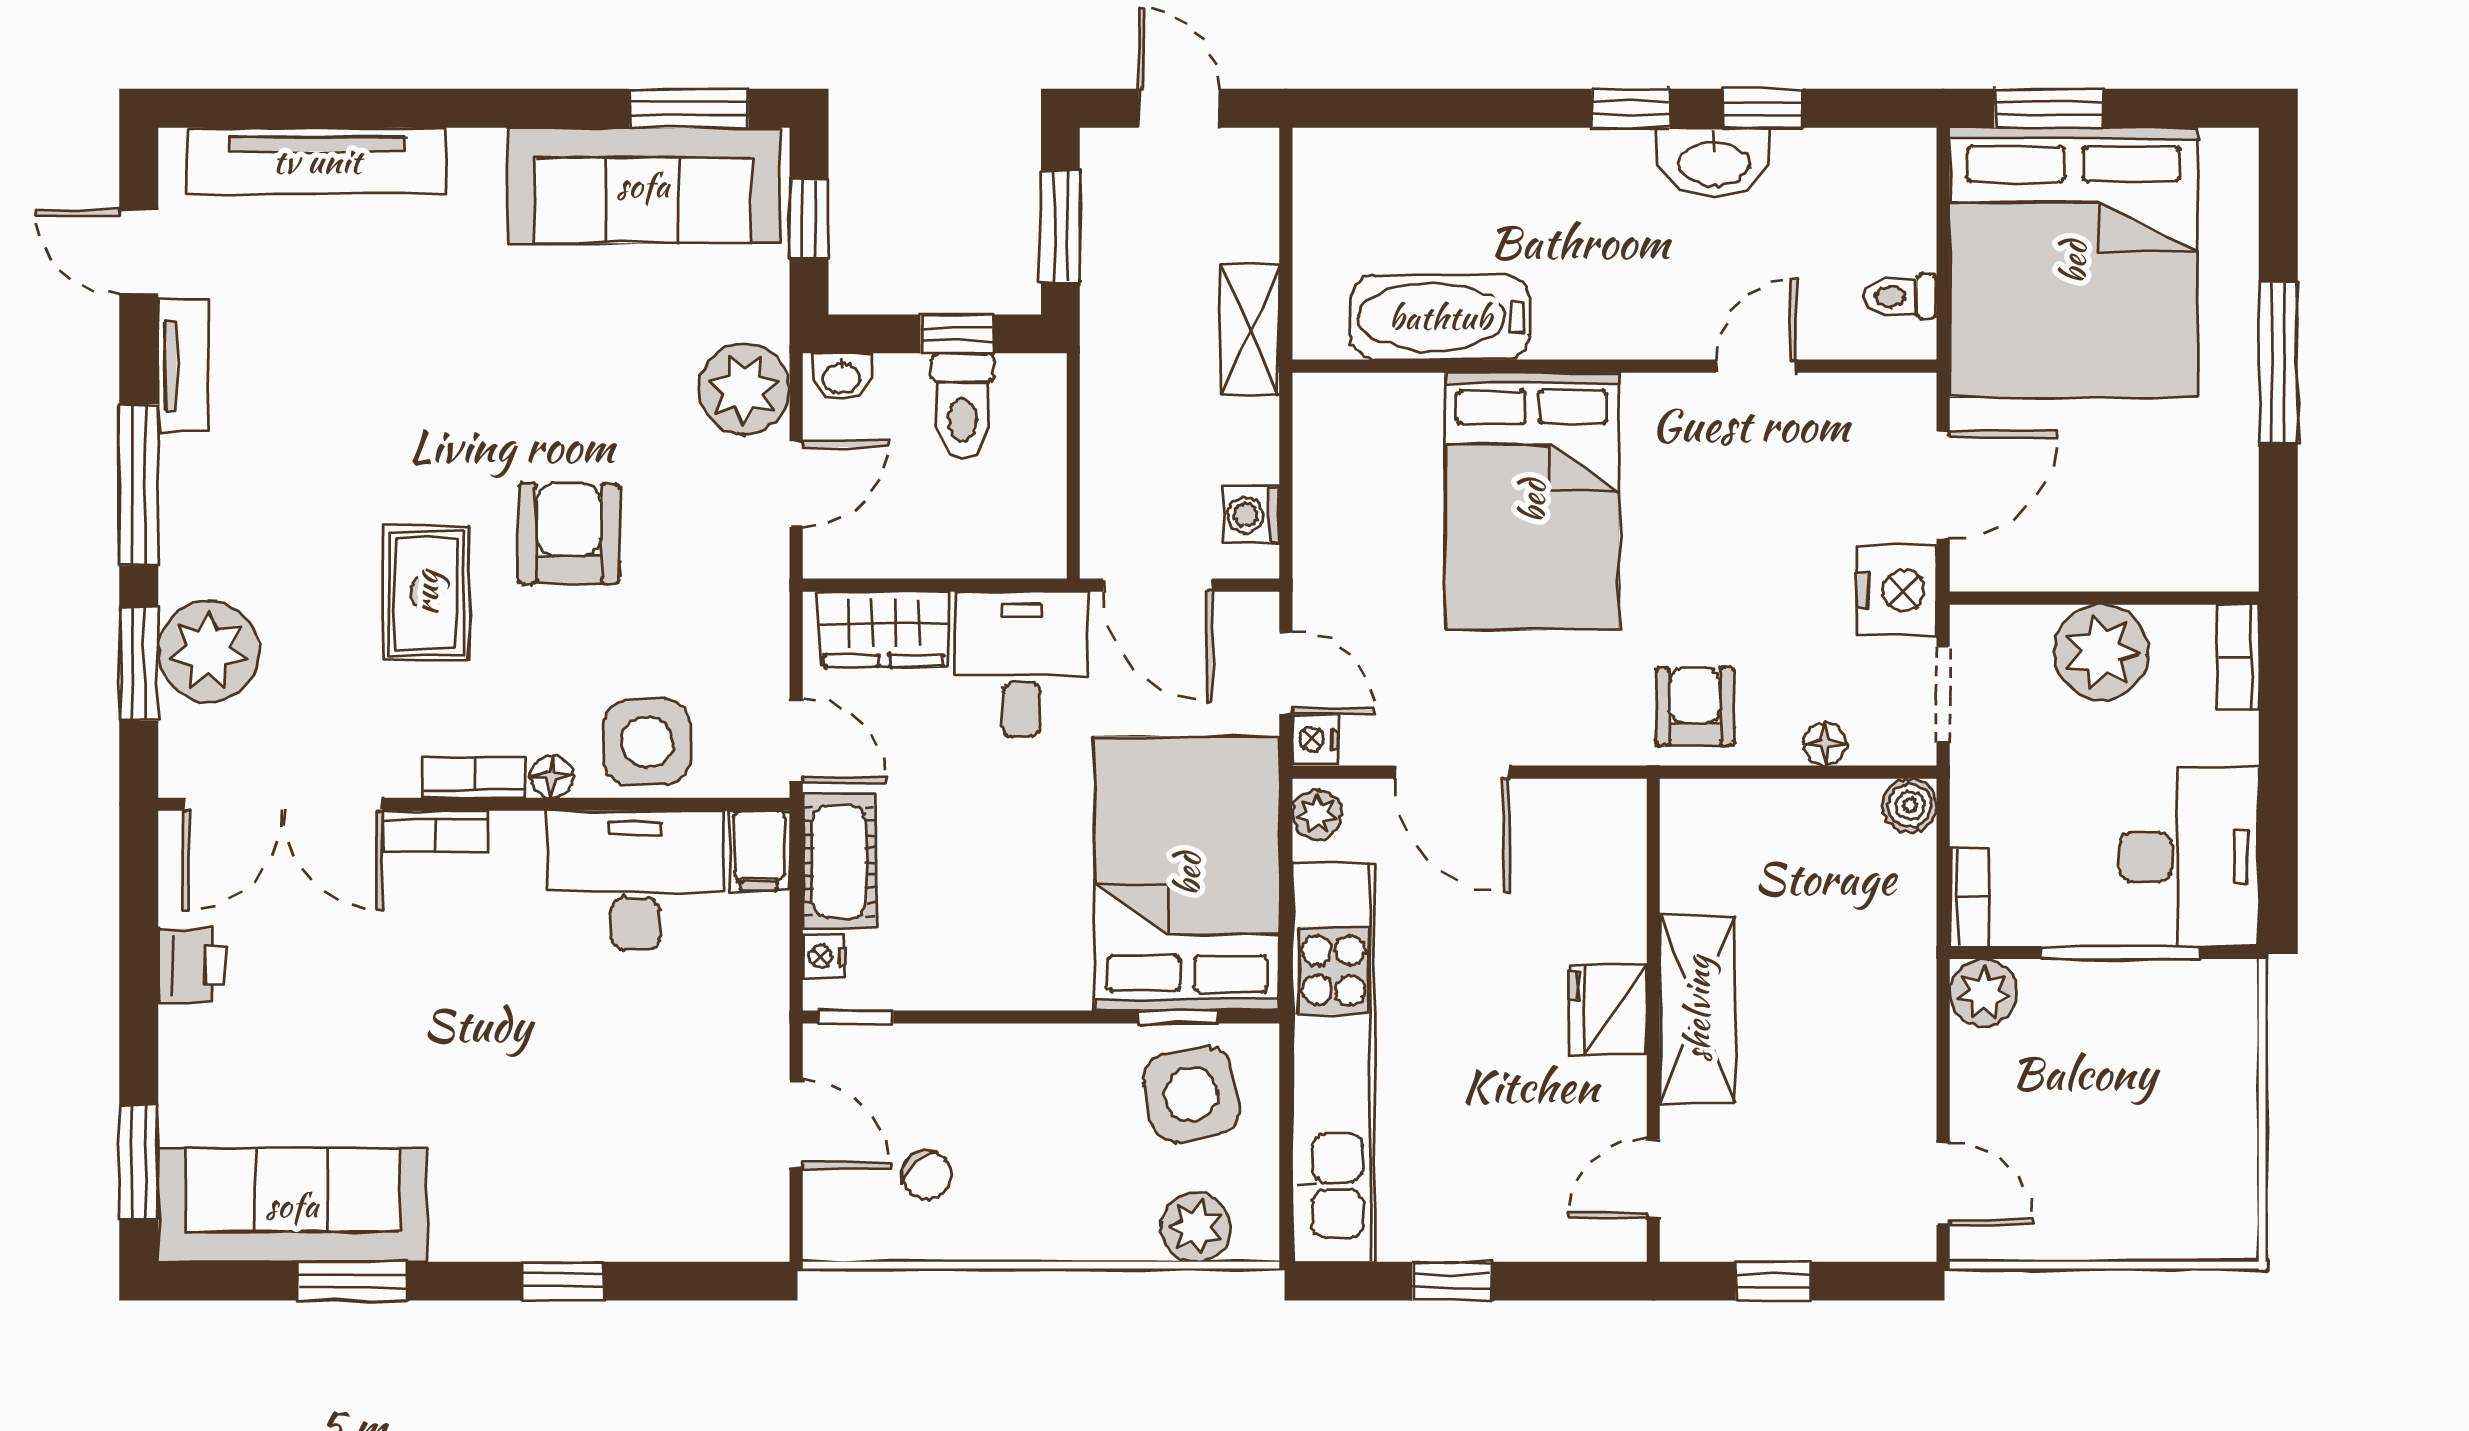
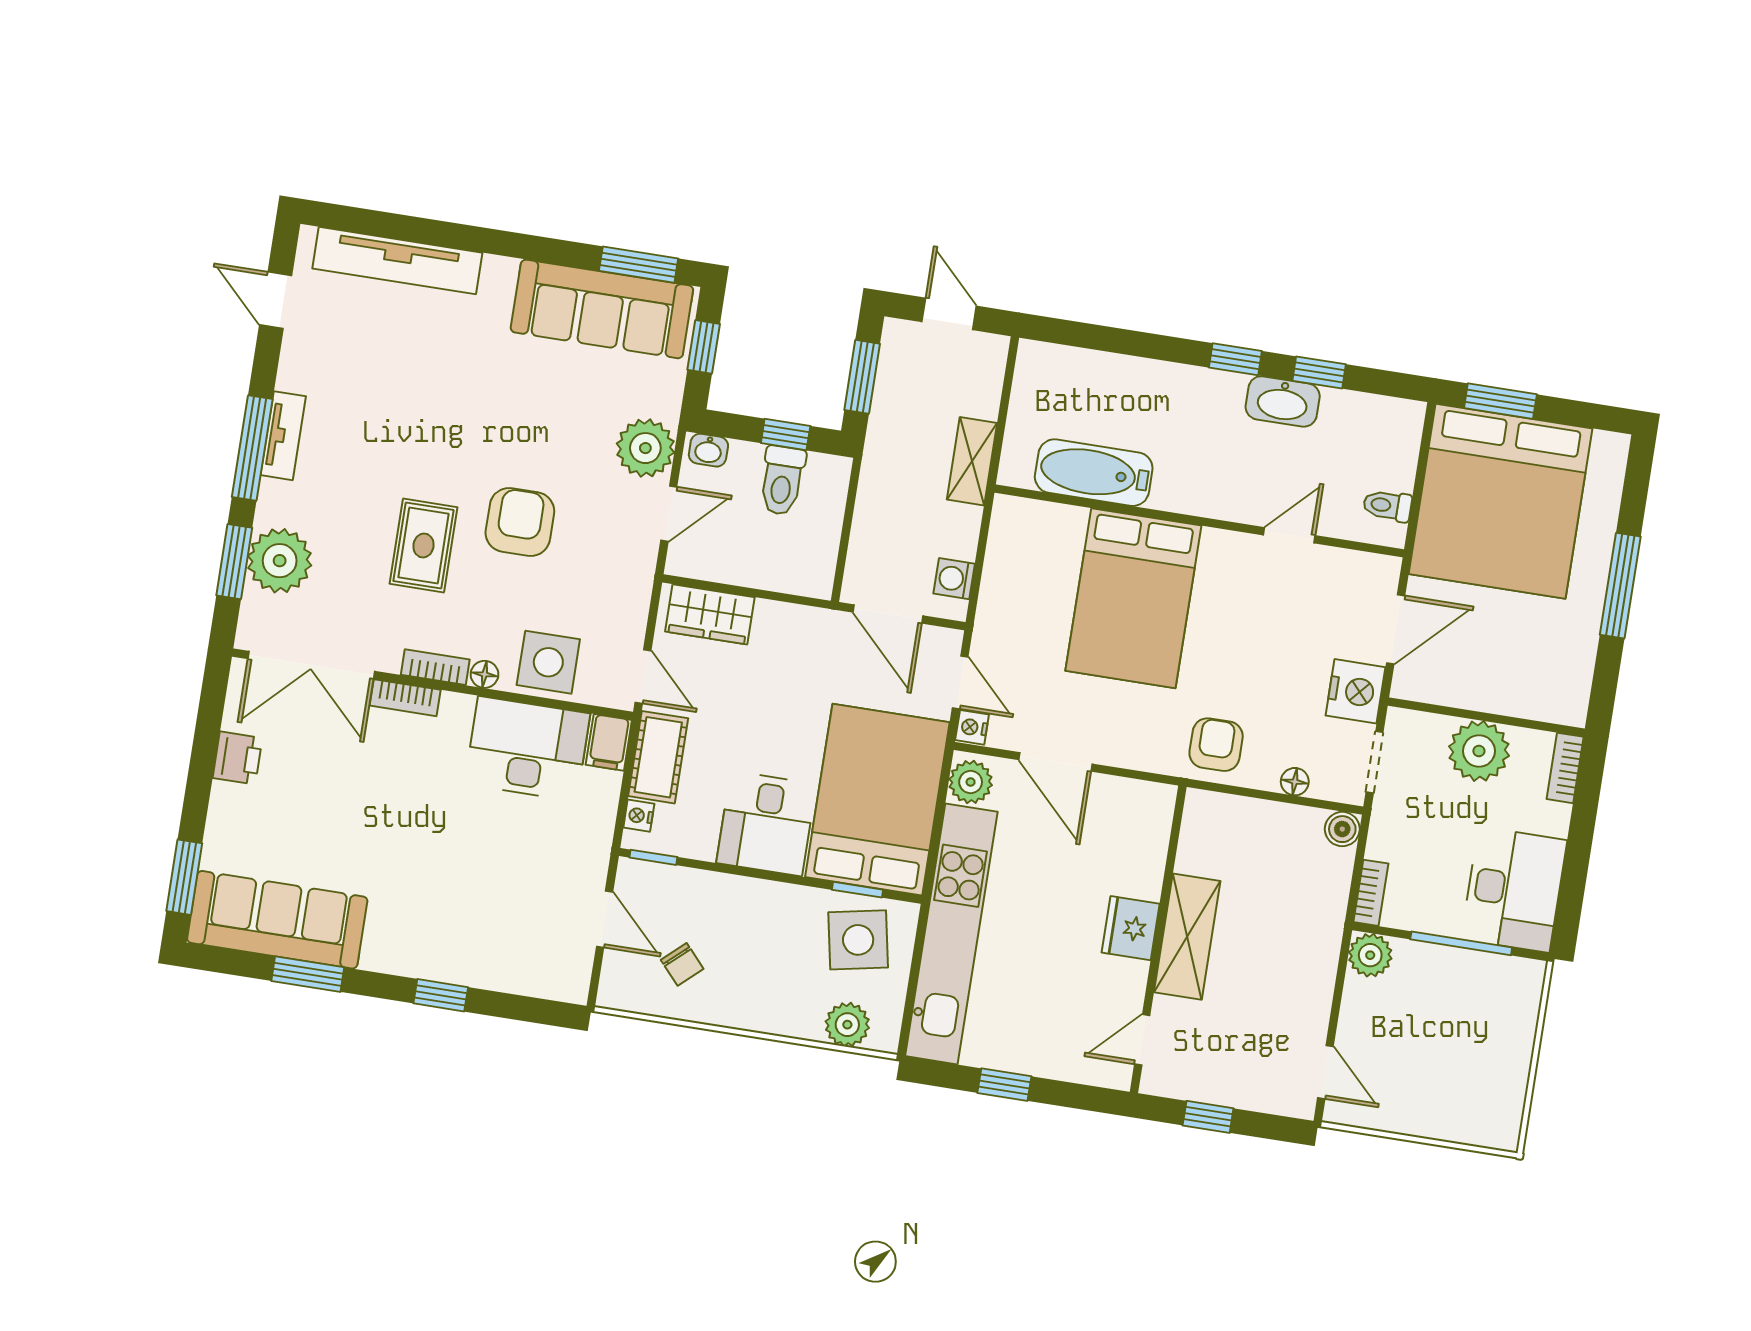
tv unit: (183, 365) -> (283, 436), moved
desk: (1021, 665) -> (766, 824), moved, turned 180
plant: (1317, 814) -> (971, 782), width x1.38, depth x1.38

